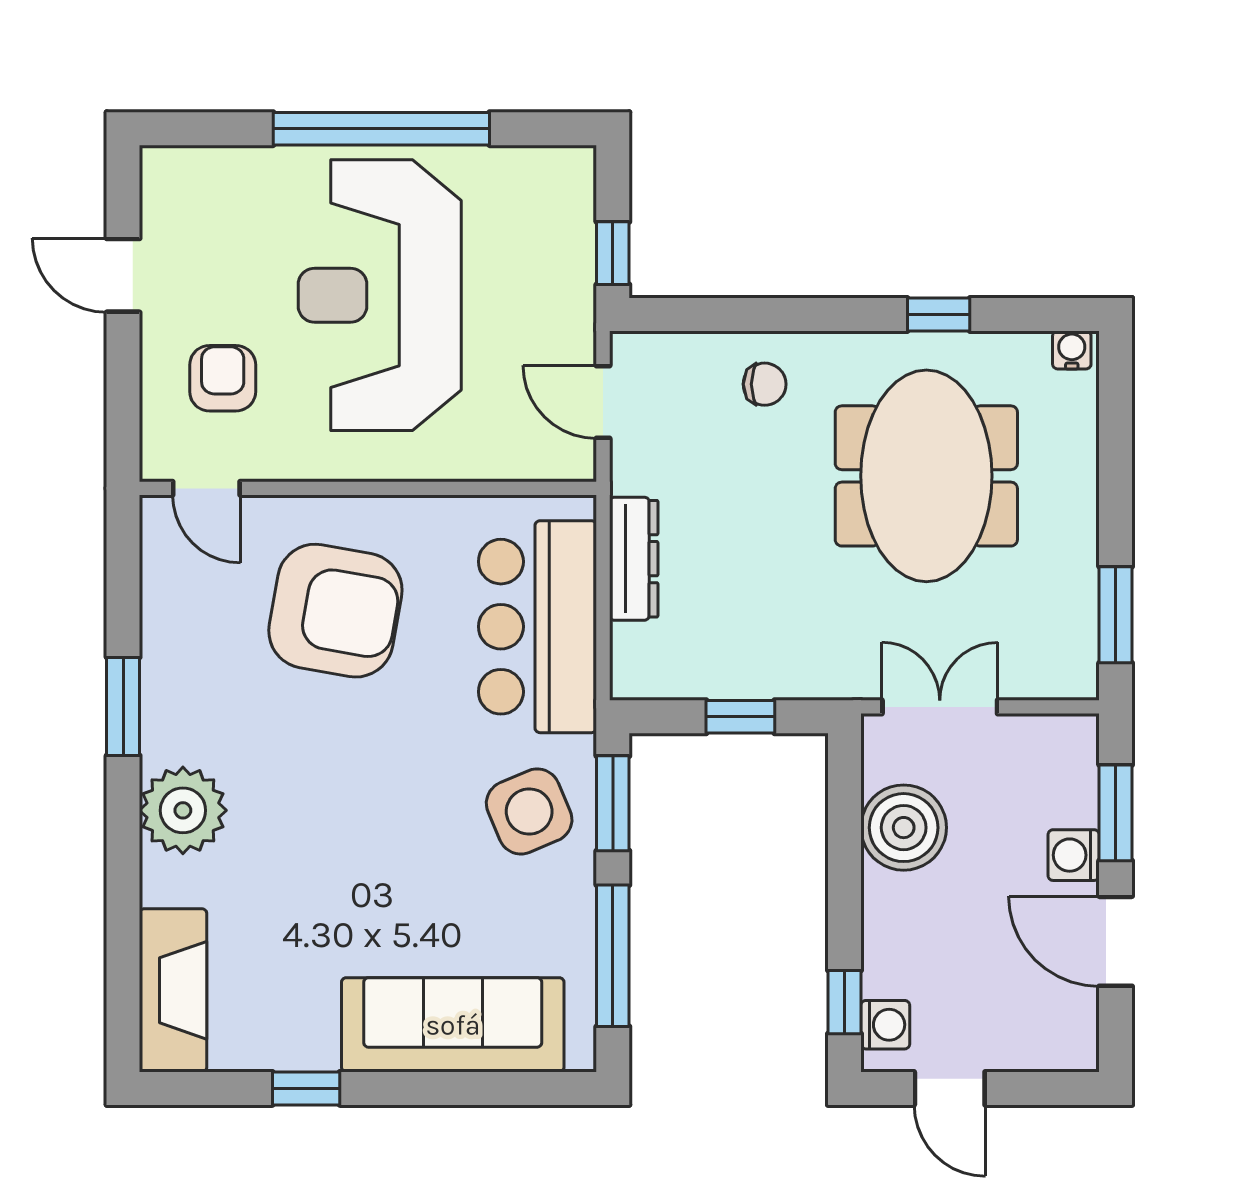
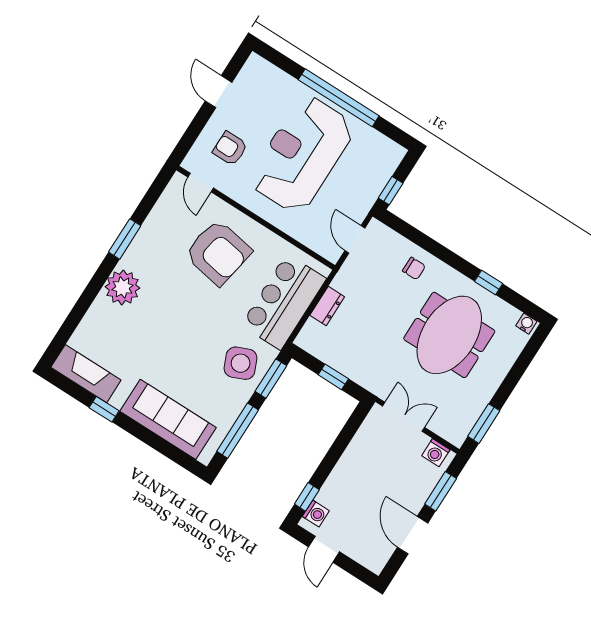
armchair: (223, 378) -> (230, 148), turned -90
dresser: (634, 559) -> (327, 306), width x0.70
boiler: (904, 828) -> (365, 450), removed
washing machine: (1074, 855) -> (436, 453), moved, turned -90
fireplace: (173, 990) -> (86, 374), moved, turned -90

